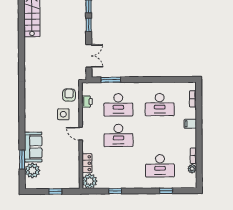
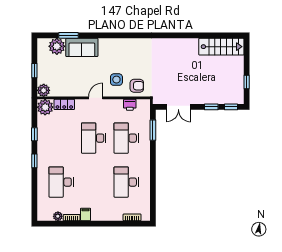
filing cabinet: (190, 124) -> (86, 214), moved
plant: (74, 183) -> (44, 90), added
window: (166, 191) -> (34, 161), moved

